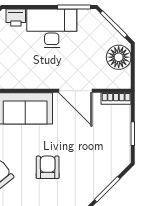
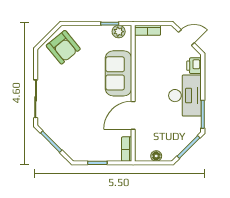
floor lamp: (119, 57) -> (156, 156), width x0.53, depth x0.53
armchair: (48, 167) -> (69, 92), removed

